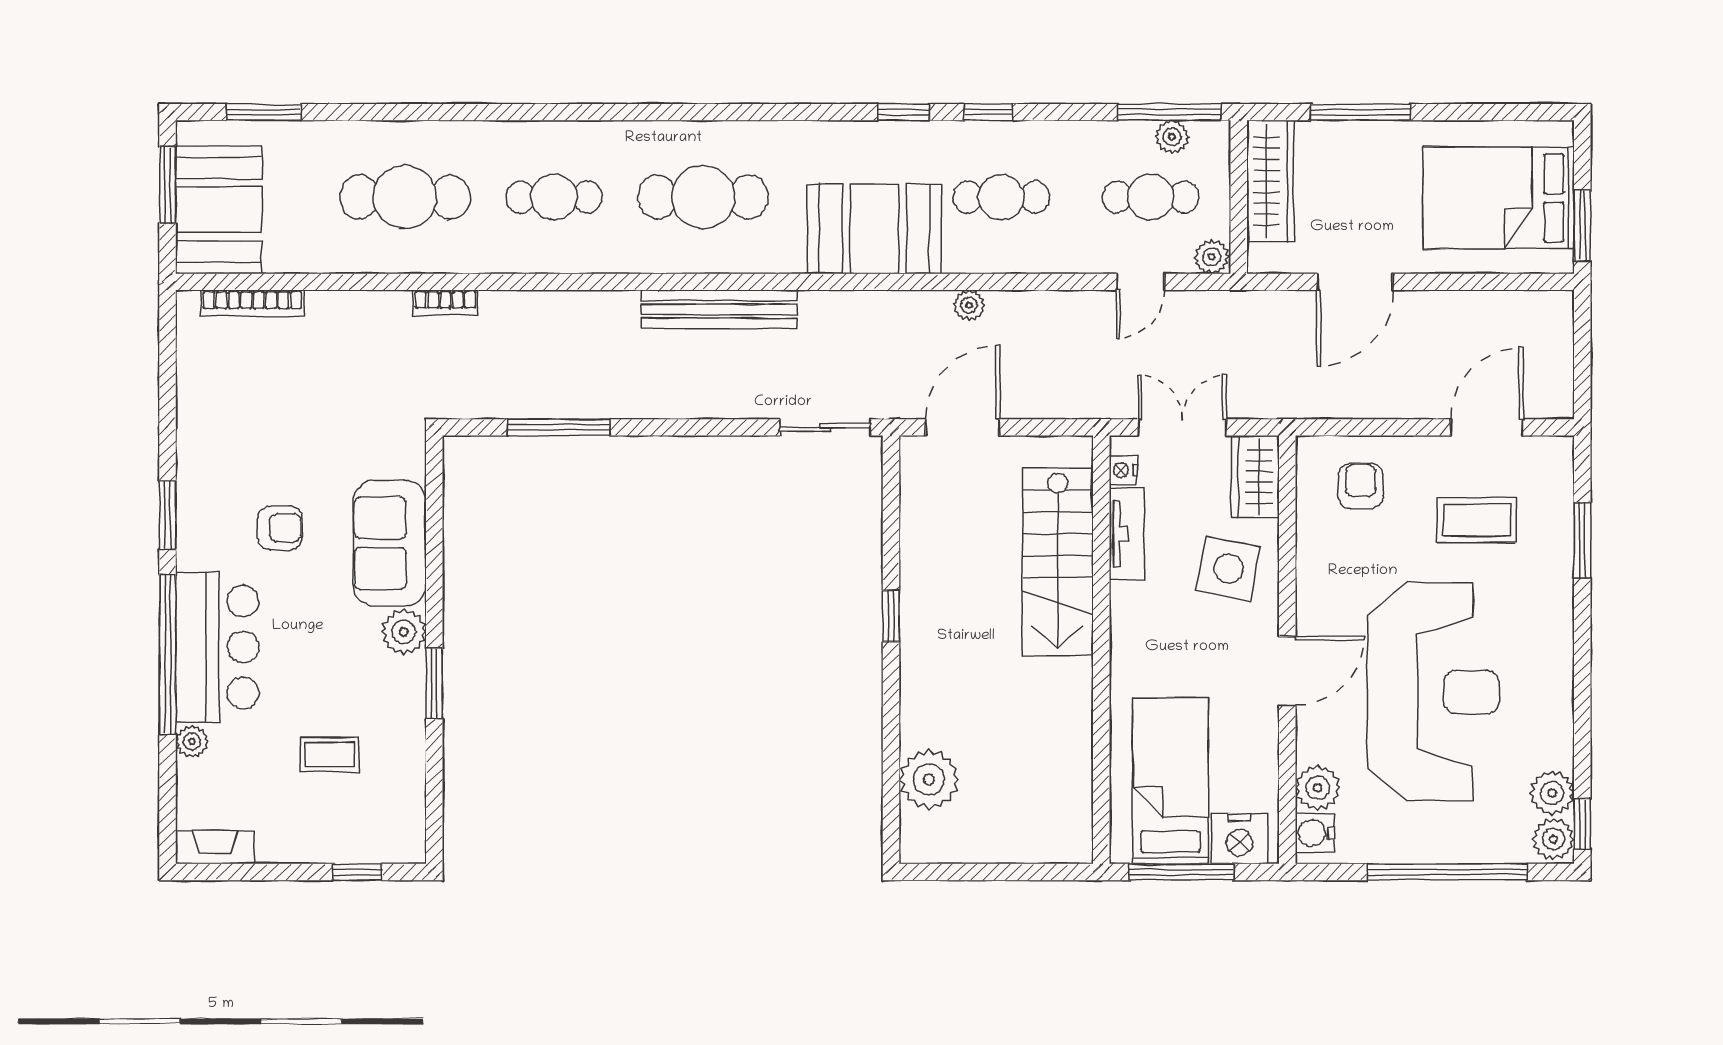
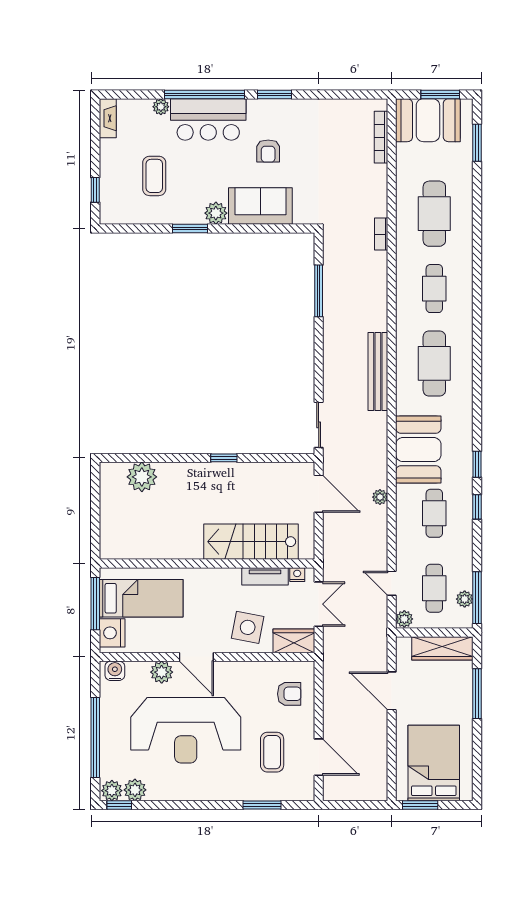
coffee table: (330, 755) -> (154, 176), width x1.36, depth x1.30
plant: (1318, 788) -> (162, 672), moved

